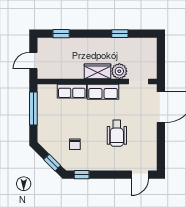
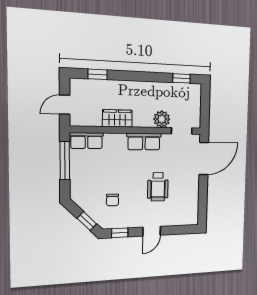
window: (120, 34) -> (181, 78), moved
wardrobe: (97, 71) -> (117, 118), moved
row of seats: (72, 91) -> (86, 141), moved
door: (140, 175) -> (152, 231), moved

